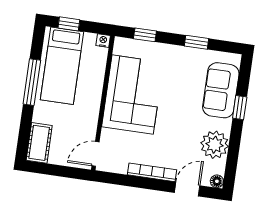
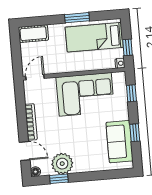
window: (69, 24) -> (127, 47), moved
window: (32, 82) -> (77, 18), width x0.69
sofa: (221, 90) -> (119, 142), moved, turned -90
window: (240, 108) -> (59, 179), moved
door: (96, 154) -> (35, 77), hinge flipped

